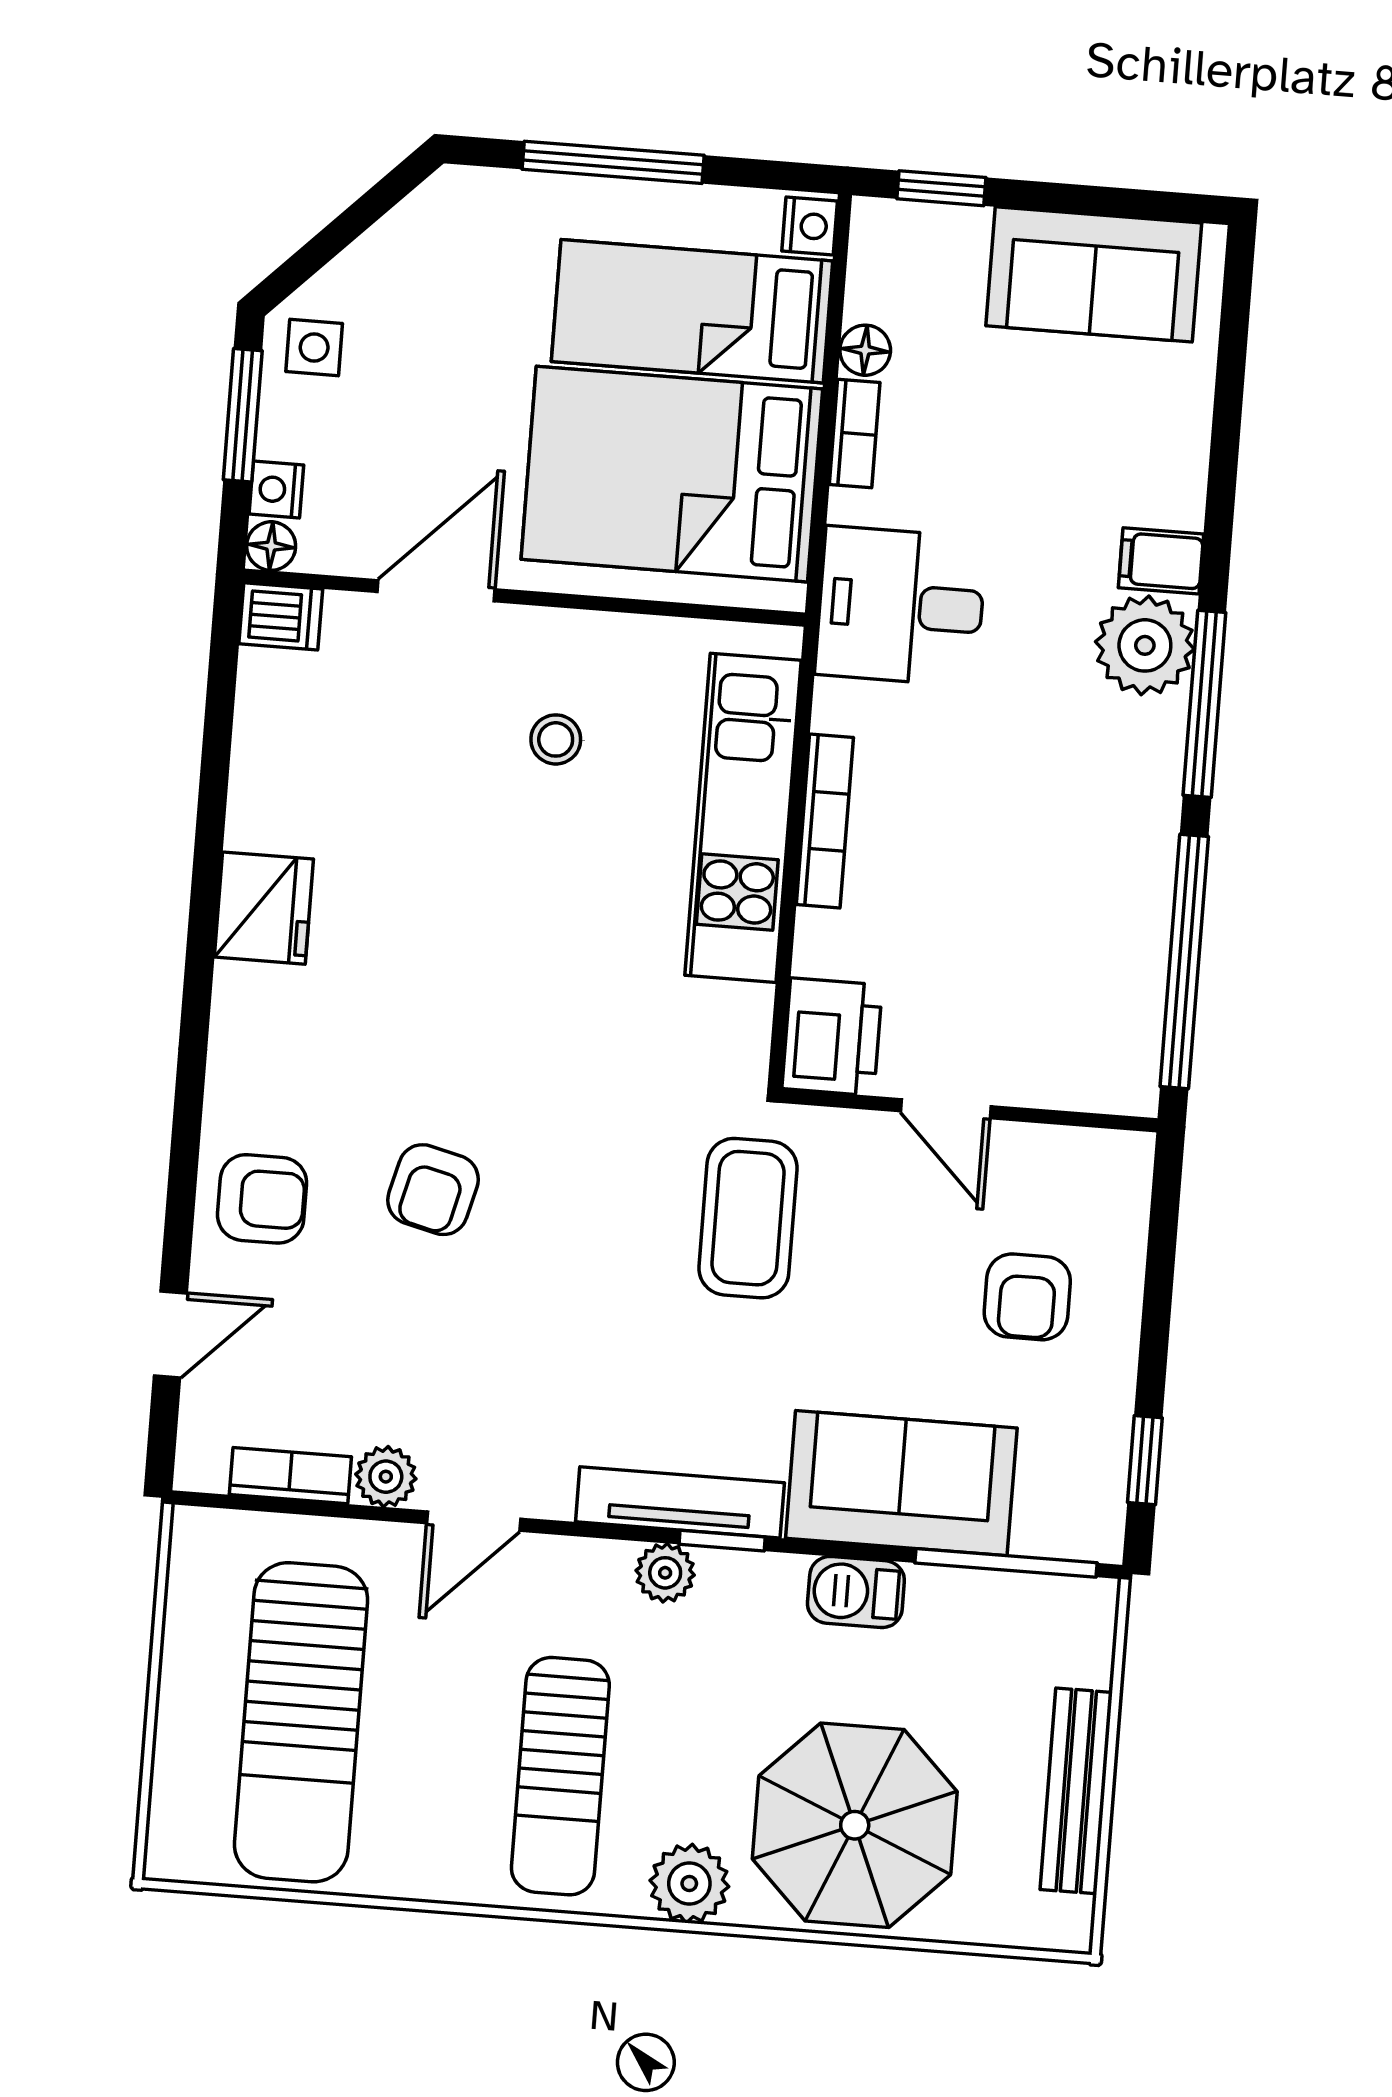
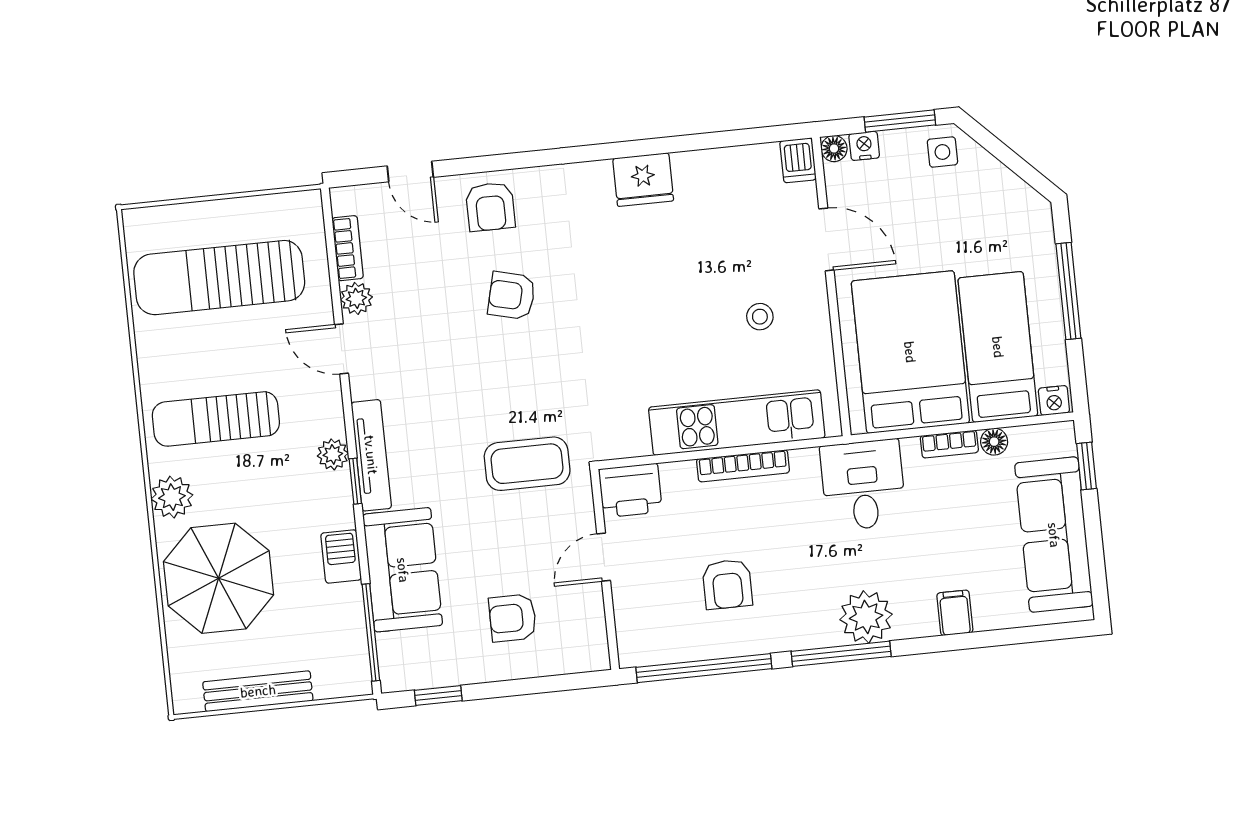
sofa: (1094, 274) -> (1054, 535), width x1.36
filing cabinet: (1161, 561) -> (955, 613), moved
armchair: (1038, 890) -> (727, 584), added

